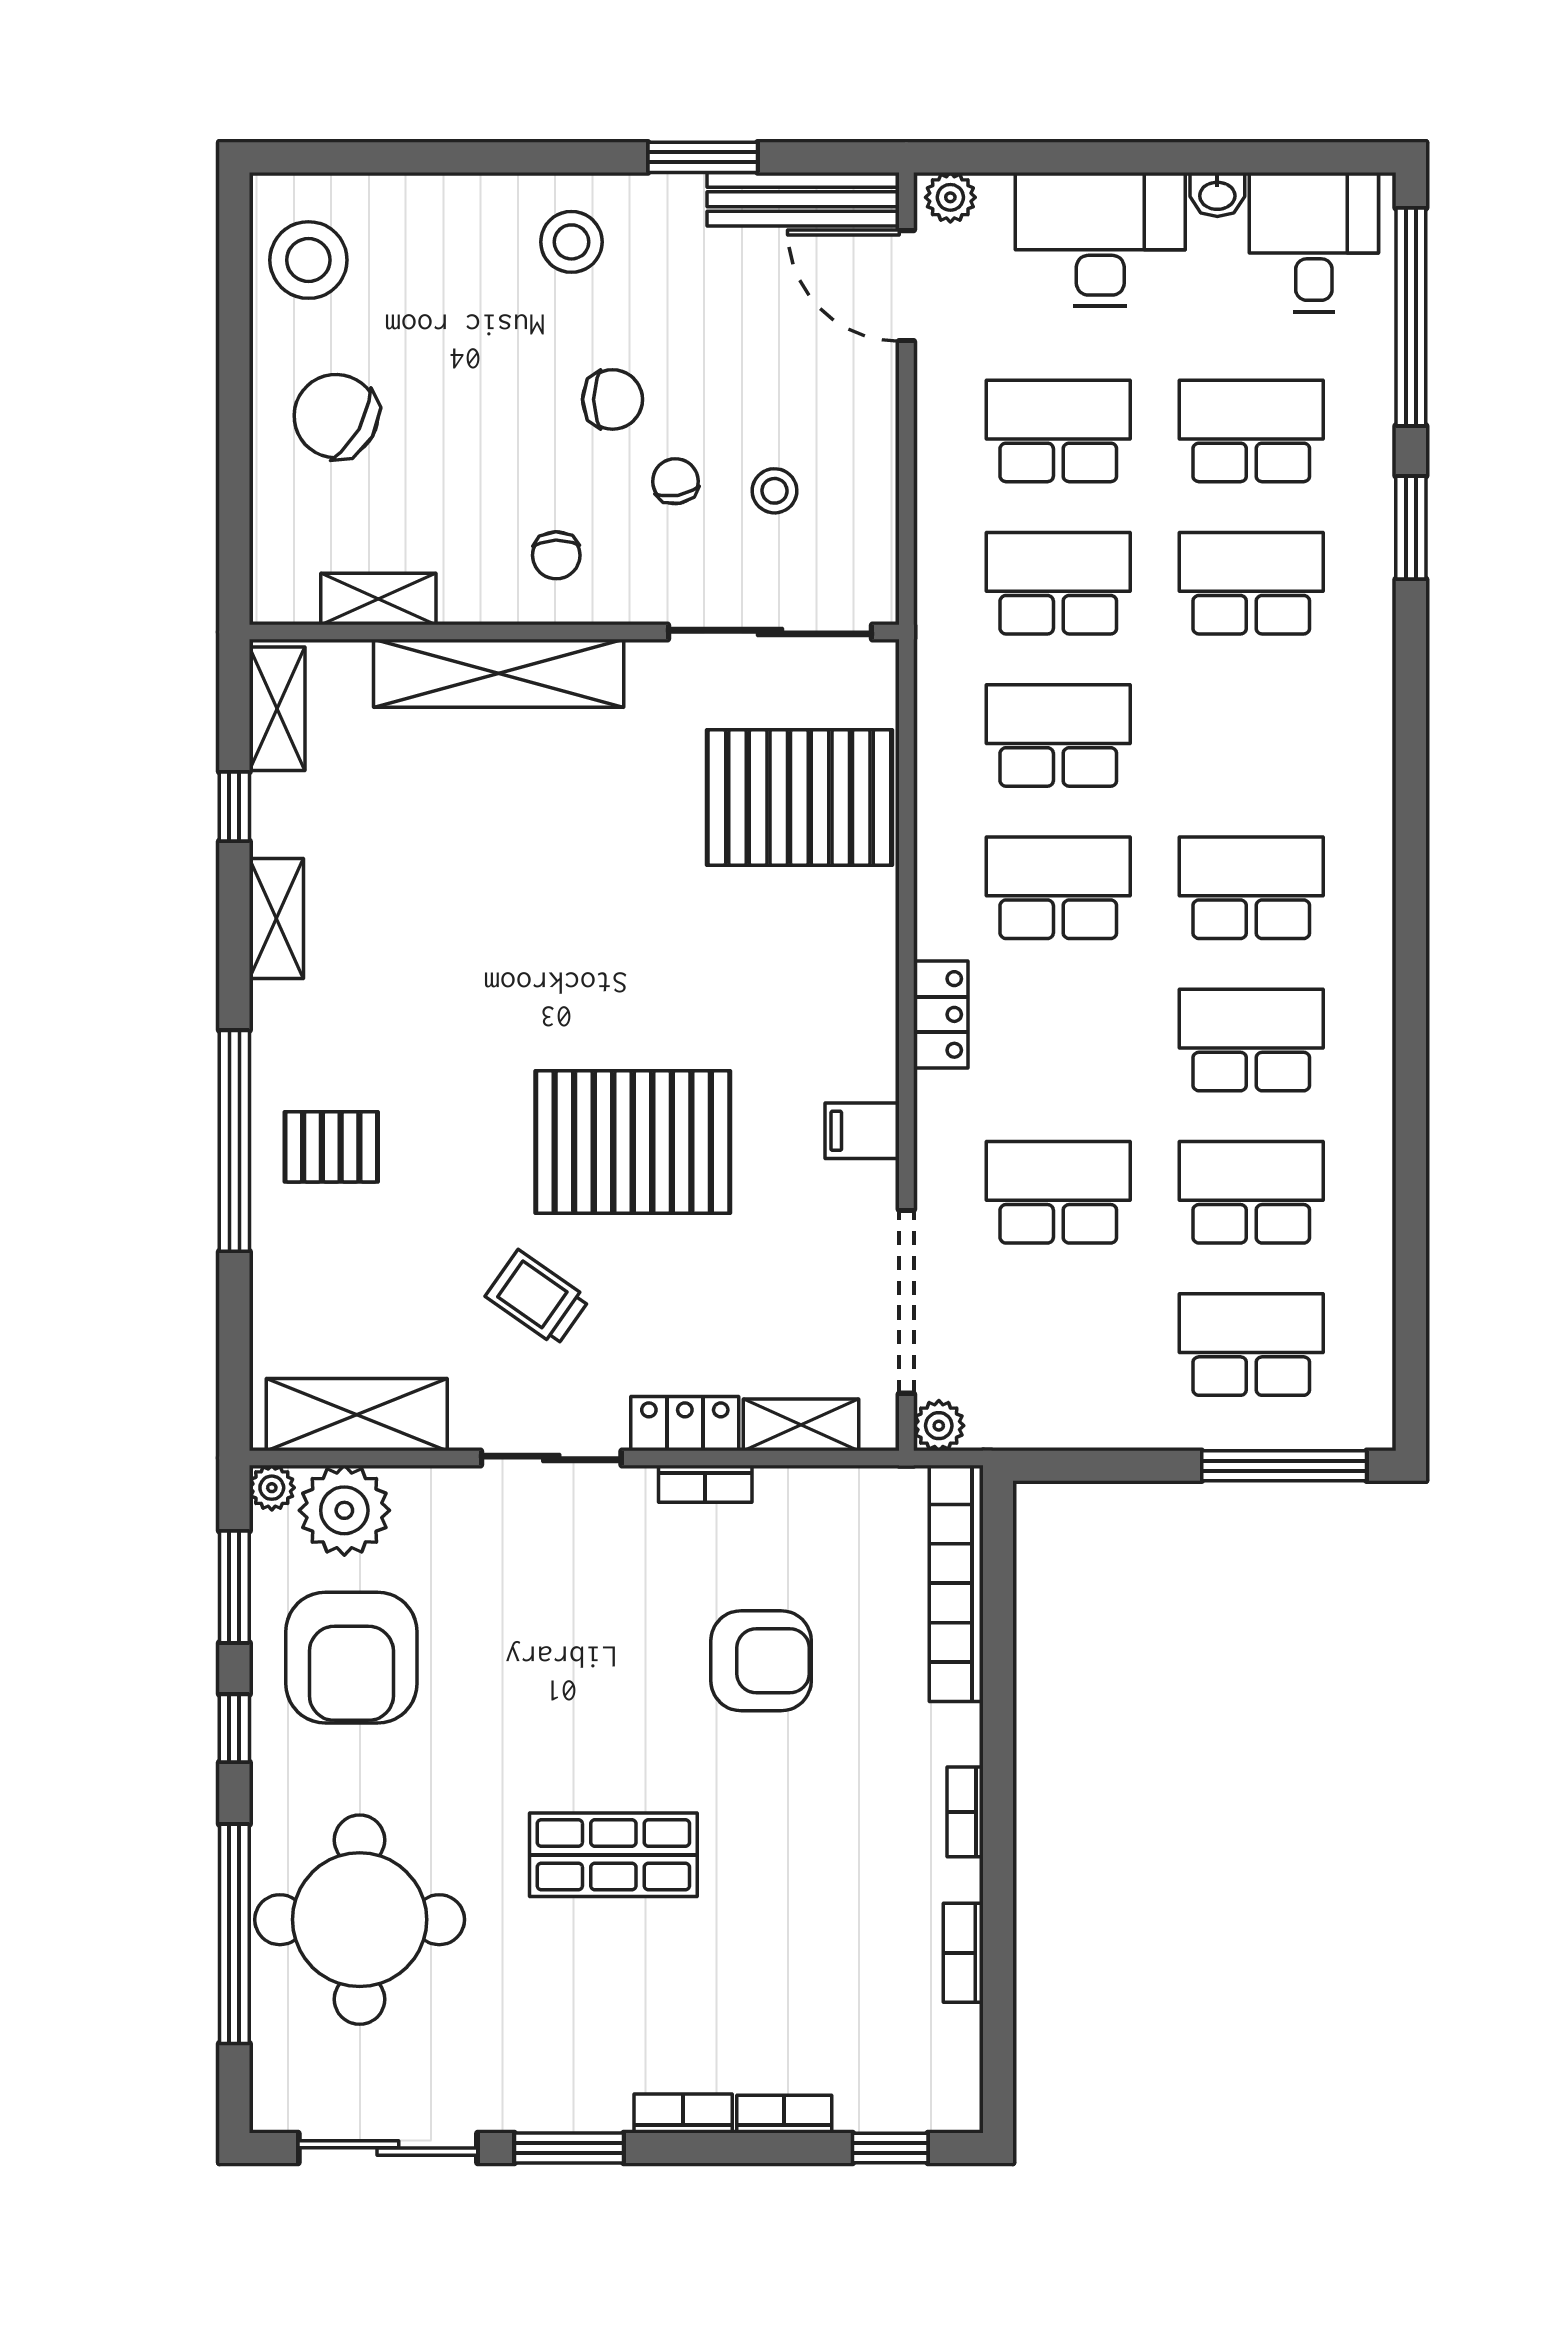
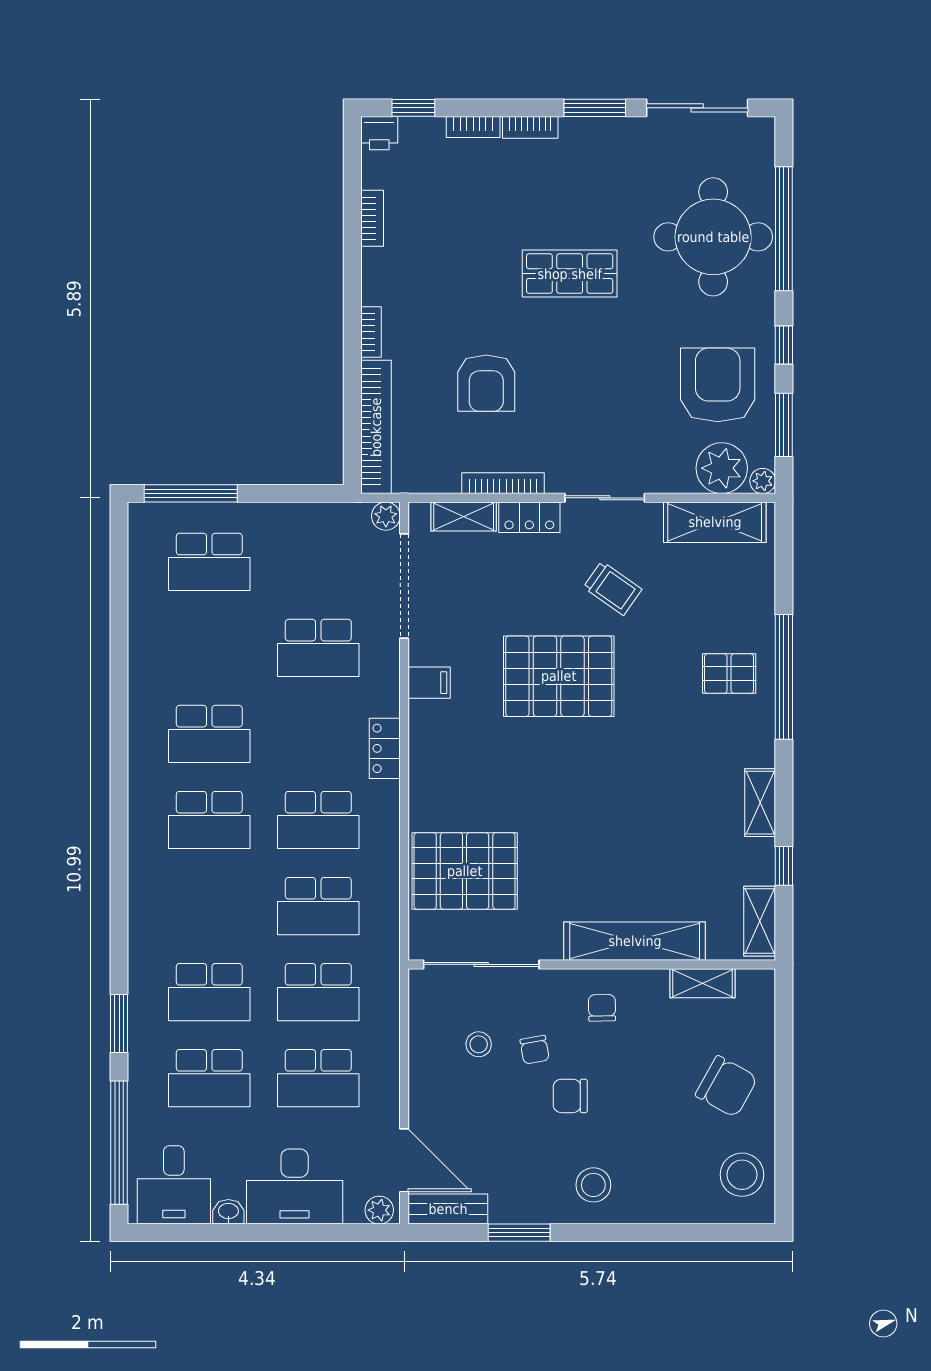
bench: (803, 199) -> (448, 1209), width x0.73
school desk: (1251, 1192) -> (209, 648), removed
bookcase: (705, 1484) -> (503, 483), width x1.56
armchair: (761, 1661) -> (486, 383), turned -90
bookcase: (965, 1812) -> (371, 332), moved
printer: (950, 2103) -> (379, 133), added

